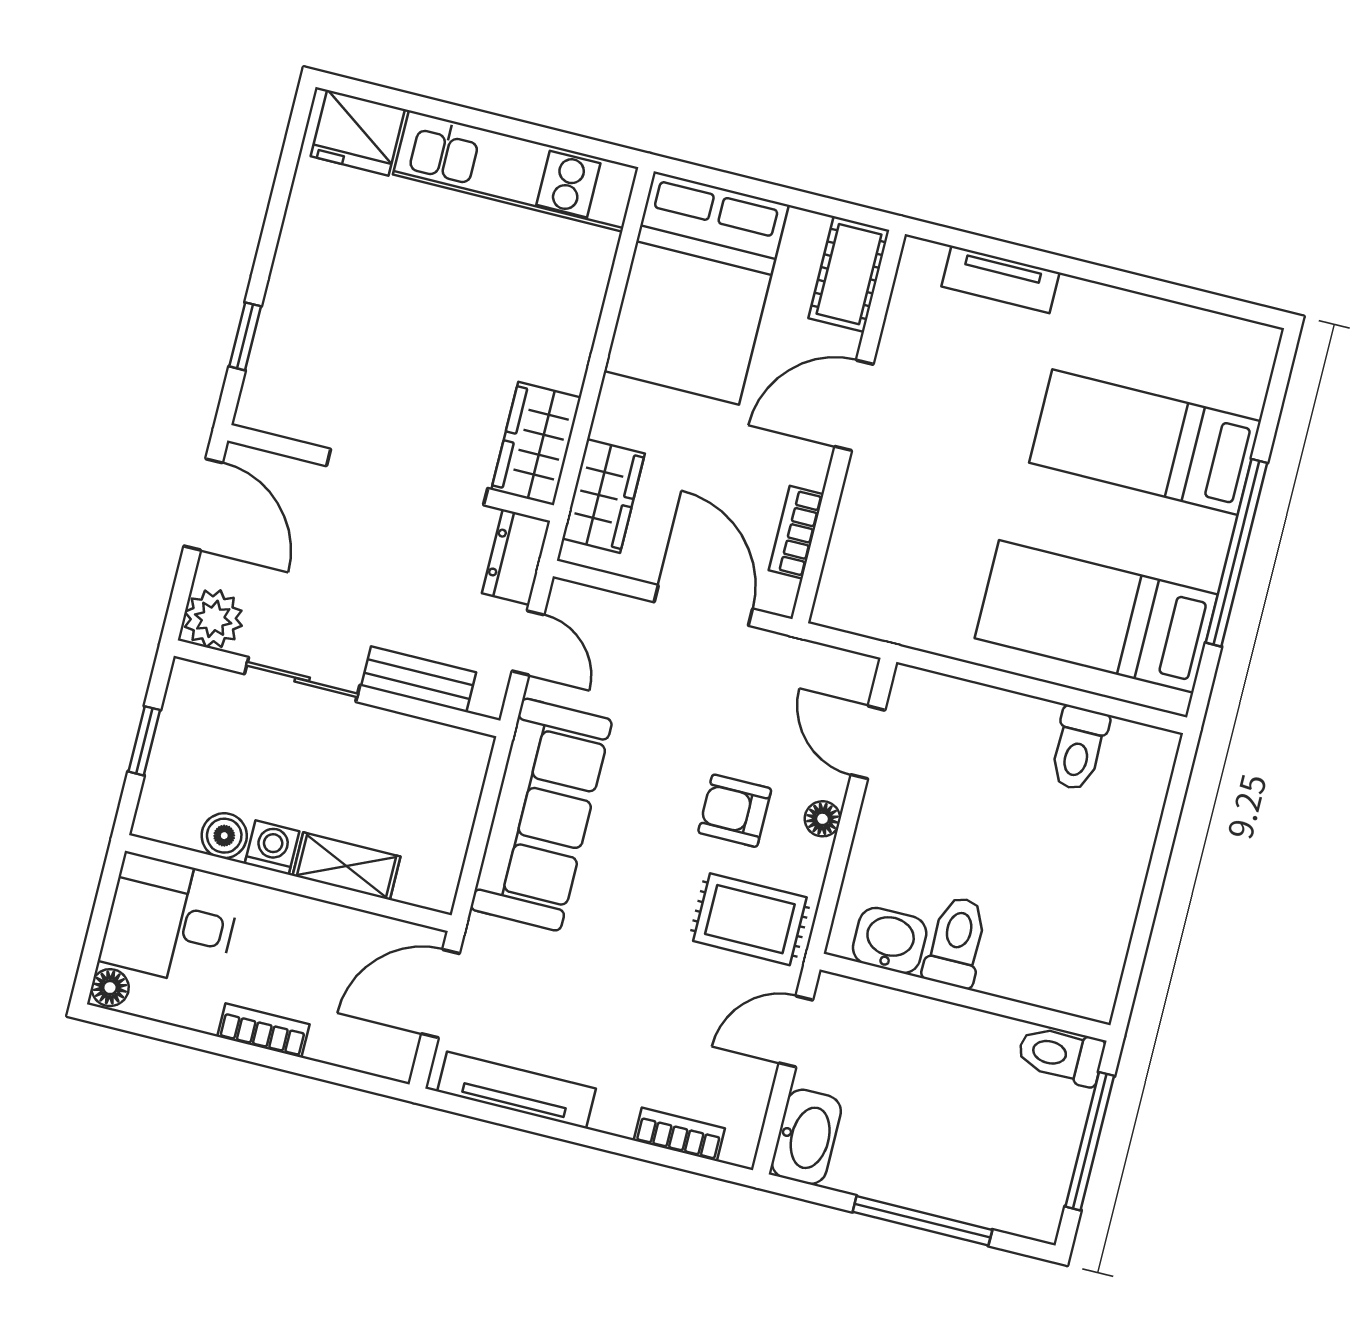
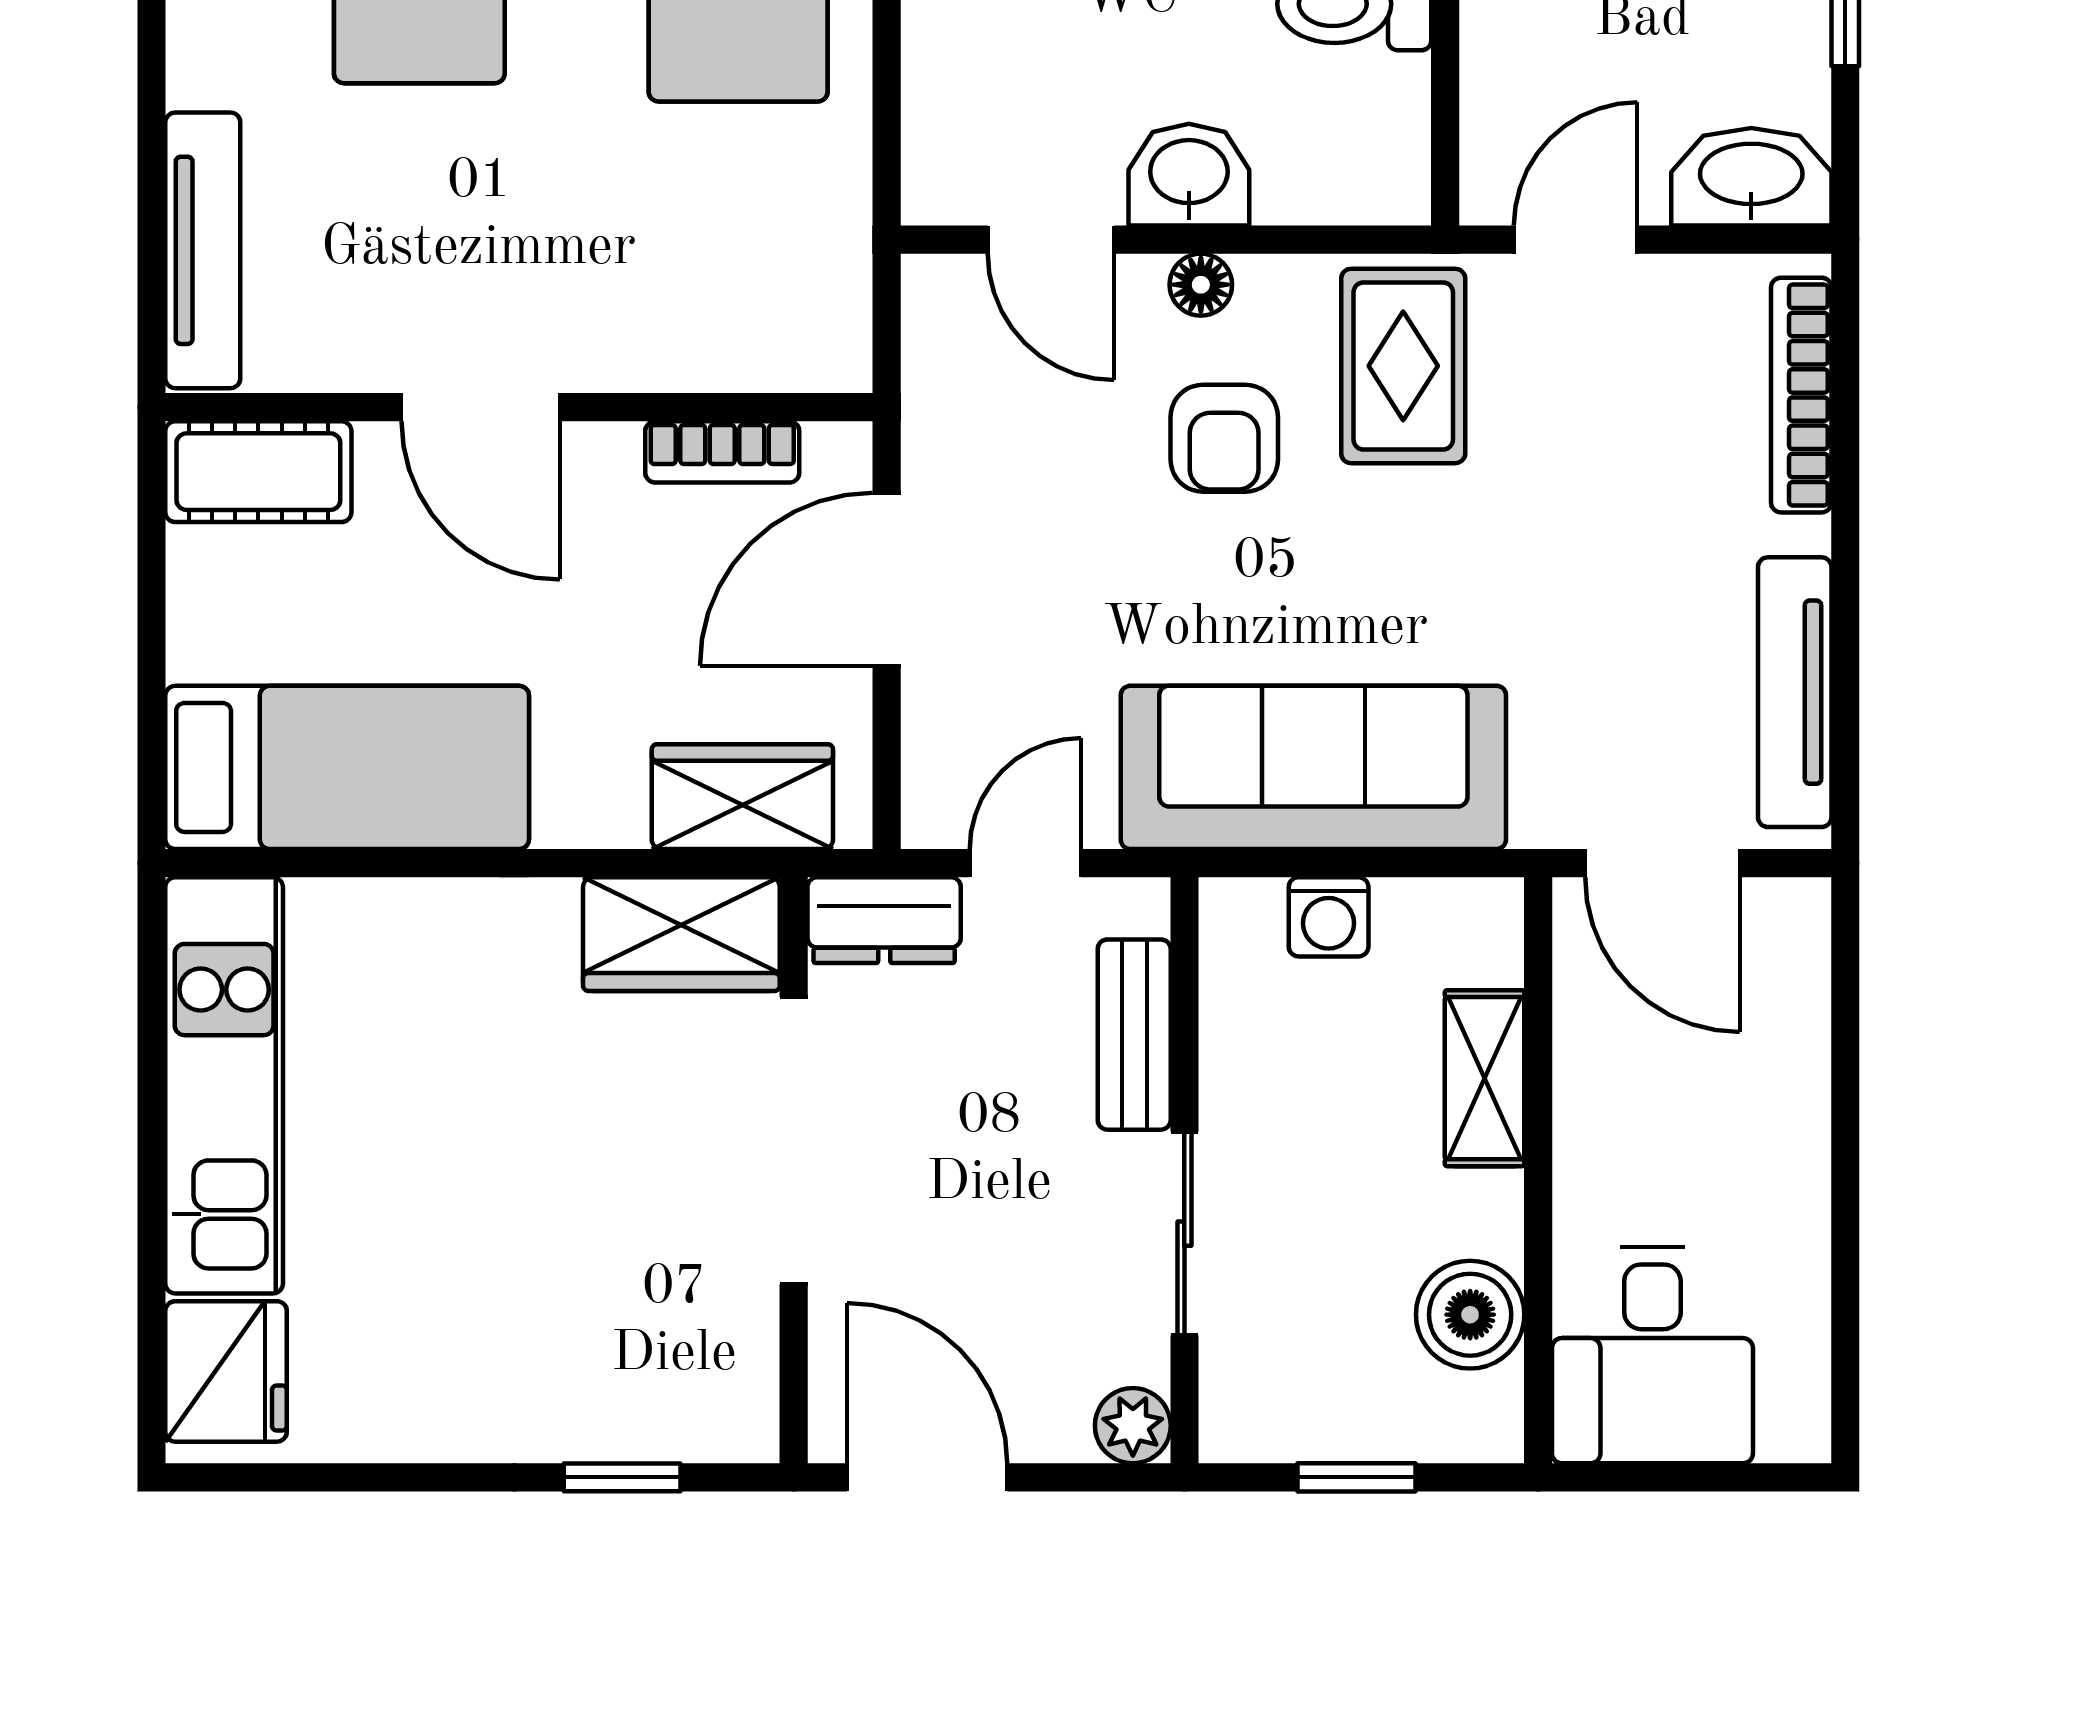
tv unit: (1001, 279) -> (203, 250), width x1.41
bed: (696, 288) -> (347, 767), width x0.67
door: (203, 504) -> (927, 1477), hinge flipped
plant: (213, 619) -> (1133, 1426), width x0.73, depth x0.73
door: (868, 742) -> (1051, 240), hinge flipped
boiler: (224, 836) -> (1470, 1315), width x1.36, depth x1.36
washing machine: (272, 848) -> (1329, 917), moved, turned -90
washbasin: (890, 940) -> (1189, 175), moved, turned 90
floor lamp: (110, 988) -> (1793, 1431), removed
bookcase: (263, 1030) -> (1801, 1150), removed
door: (796, 1032) -> (1576, 240), swing flipped
bookcase: (679, 1134) -> (1801, 395), width x1.56

